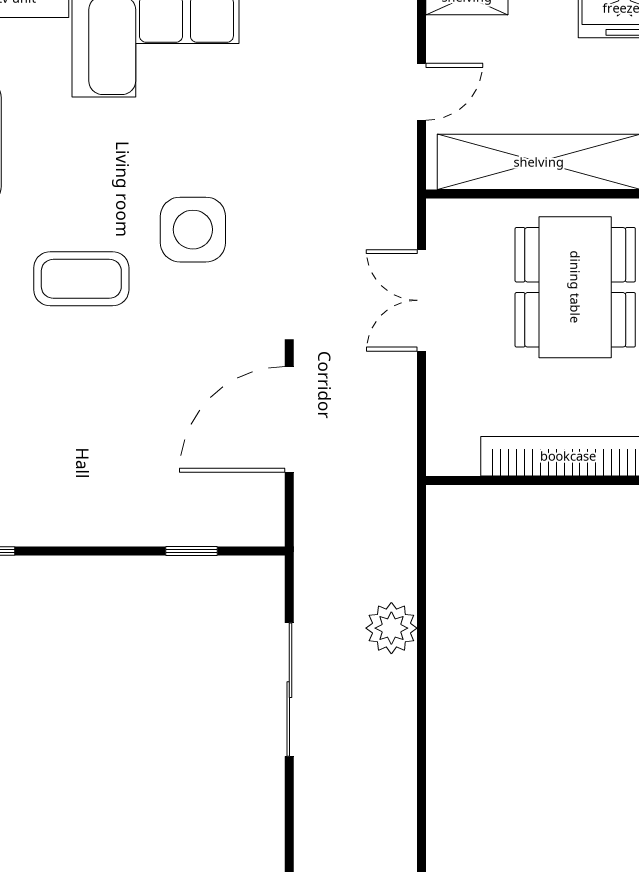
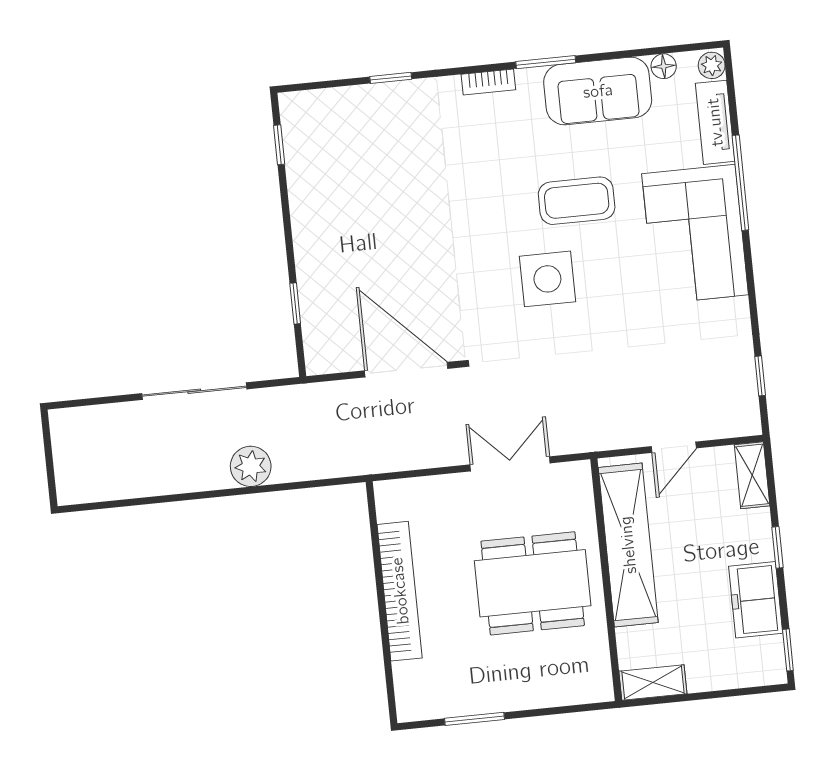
door: (422, 92) -> (674, 447), hinge flipped
coffee table: (81, 279) -> (577, 201), moved, turned 90

